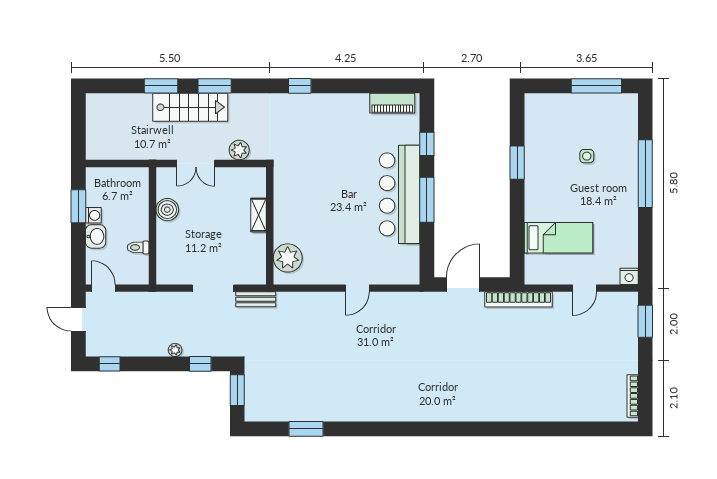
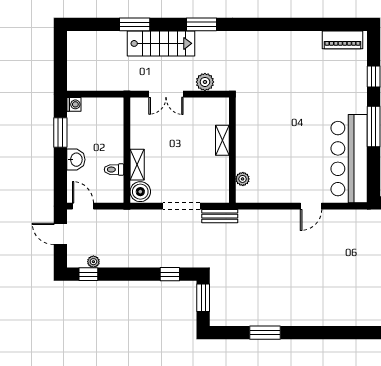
window: (215, 86) -> (202, 24), moved
window: (300, 86) -> (259, 24), removed
bar counter: (400, 194) -> (349, 159), moved
boiler: (167, 210) -> (140, 192), moved
washing machine: (93, 215) -> (74, 104), moved
shelving: (164, 242) -> (137, 165), added
plant: (288, 258) -> (243, 179), width x0.53, depth x0.53
plant: (175, 350) -> (93, 262), moved

